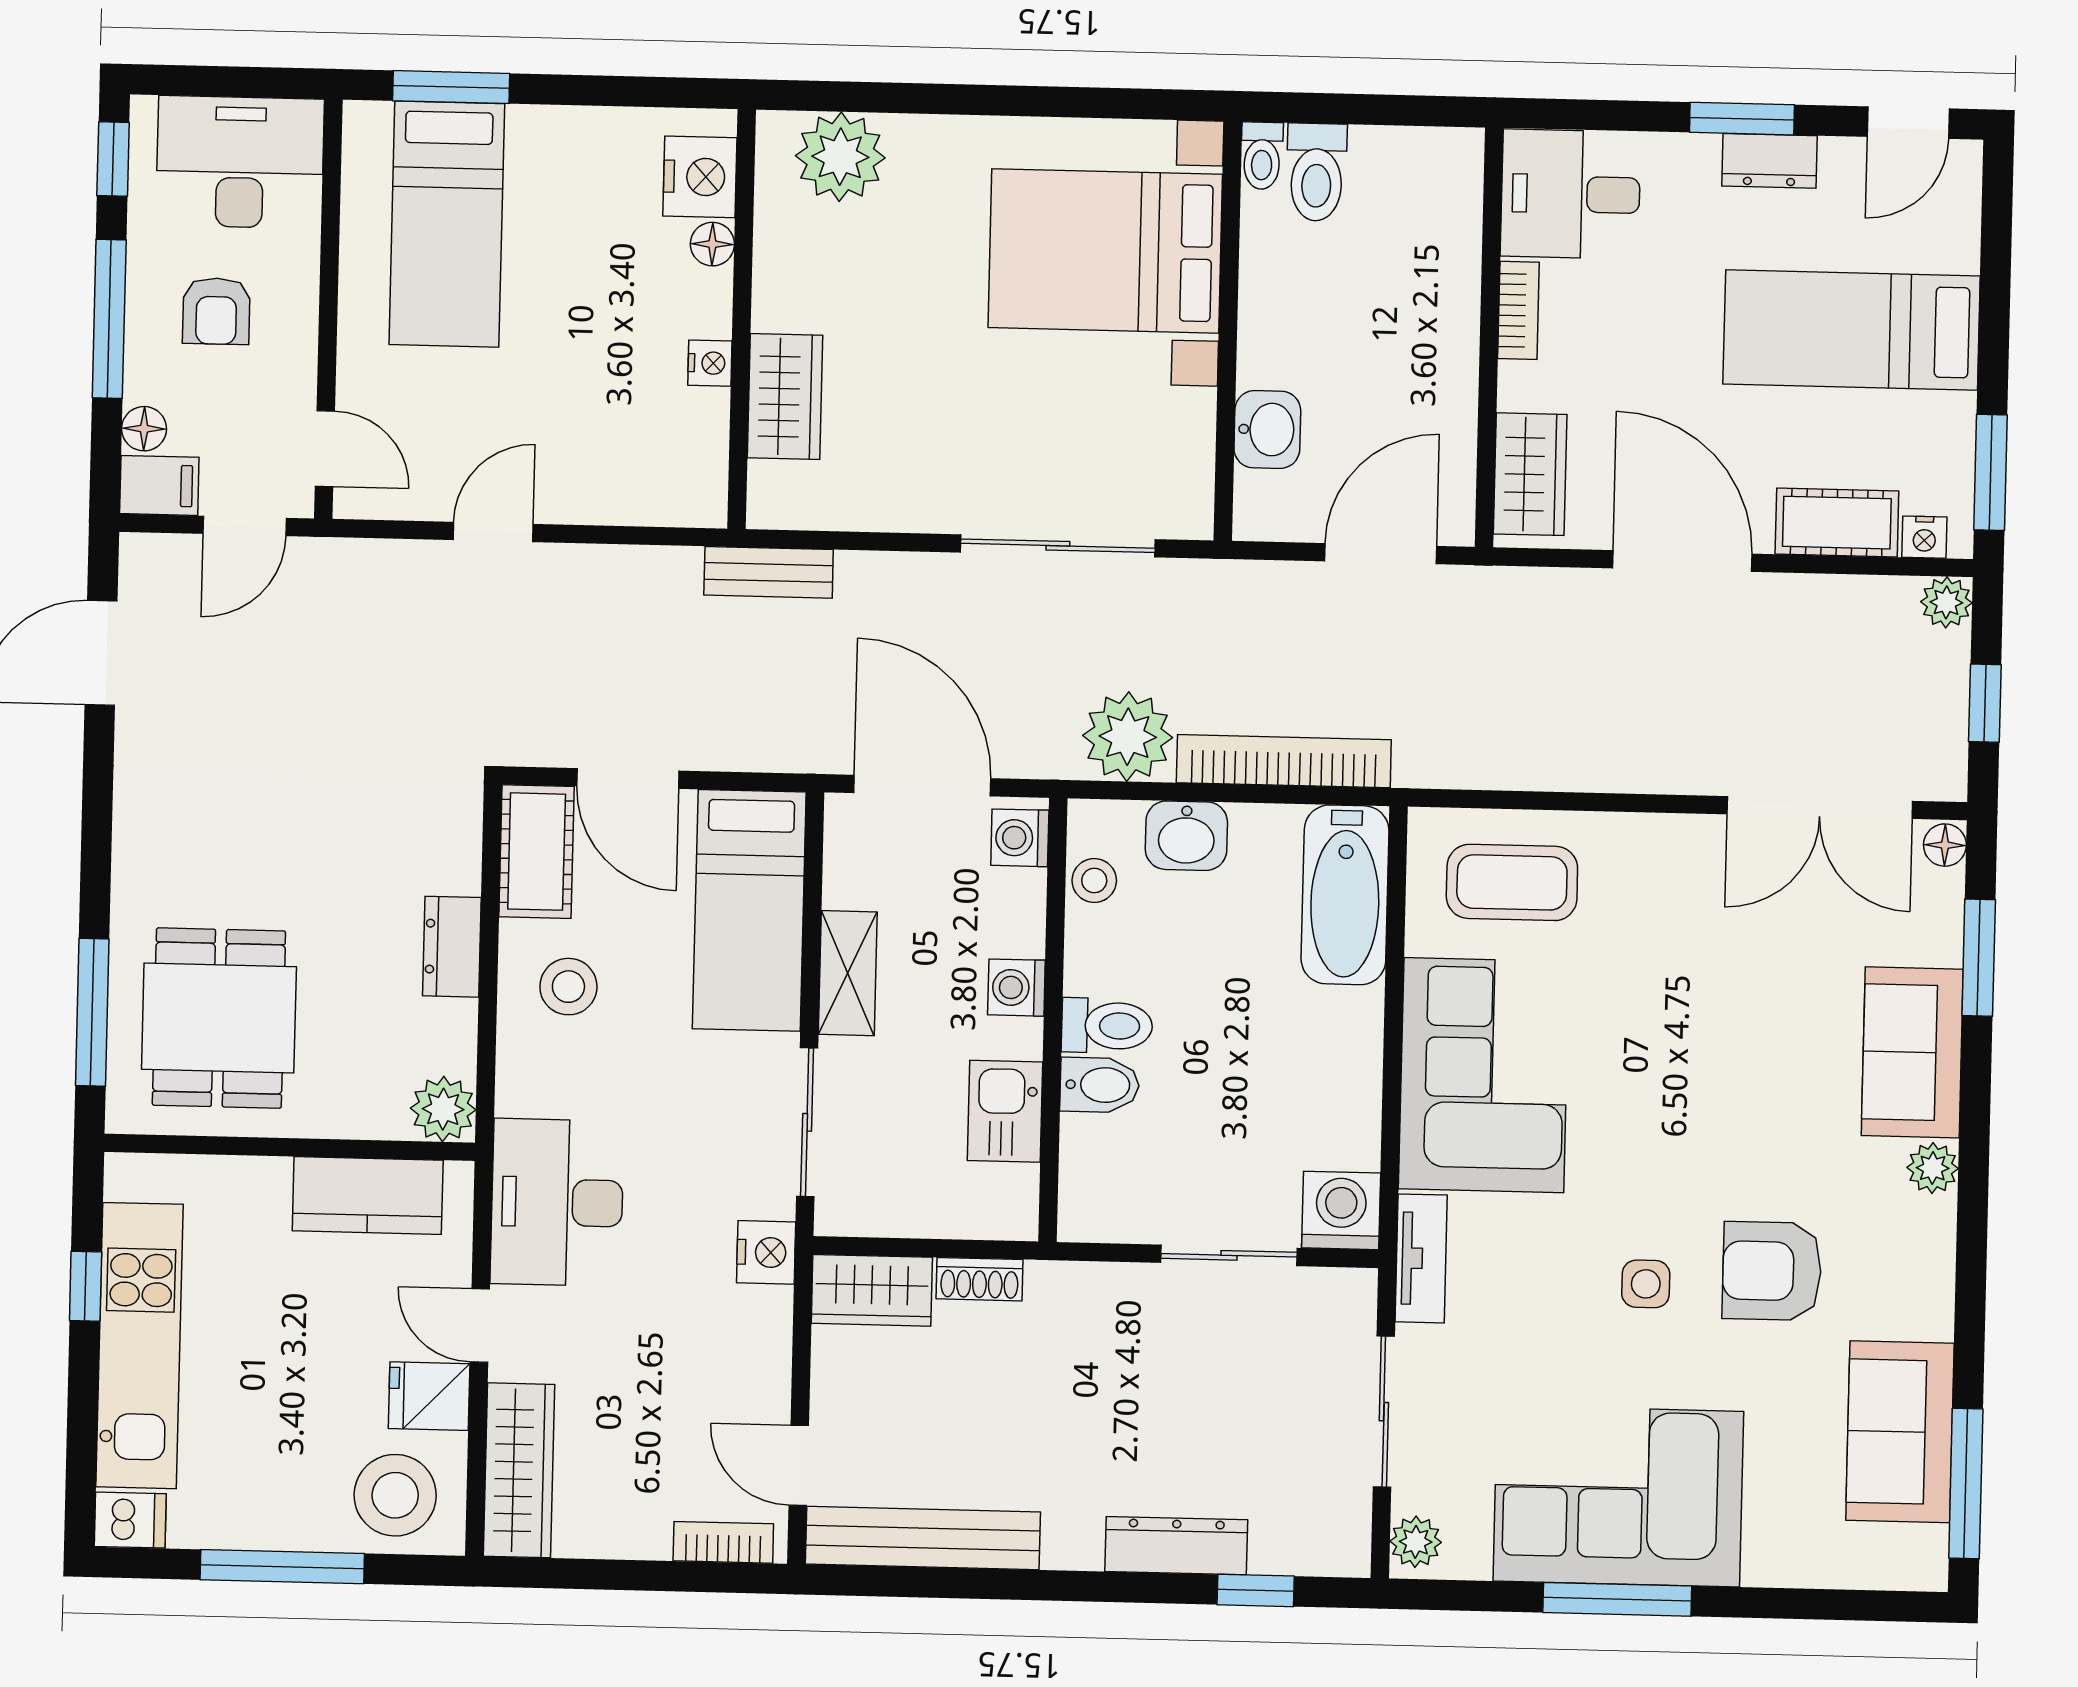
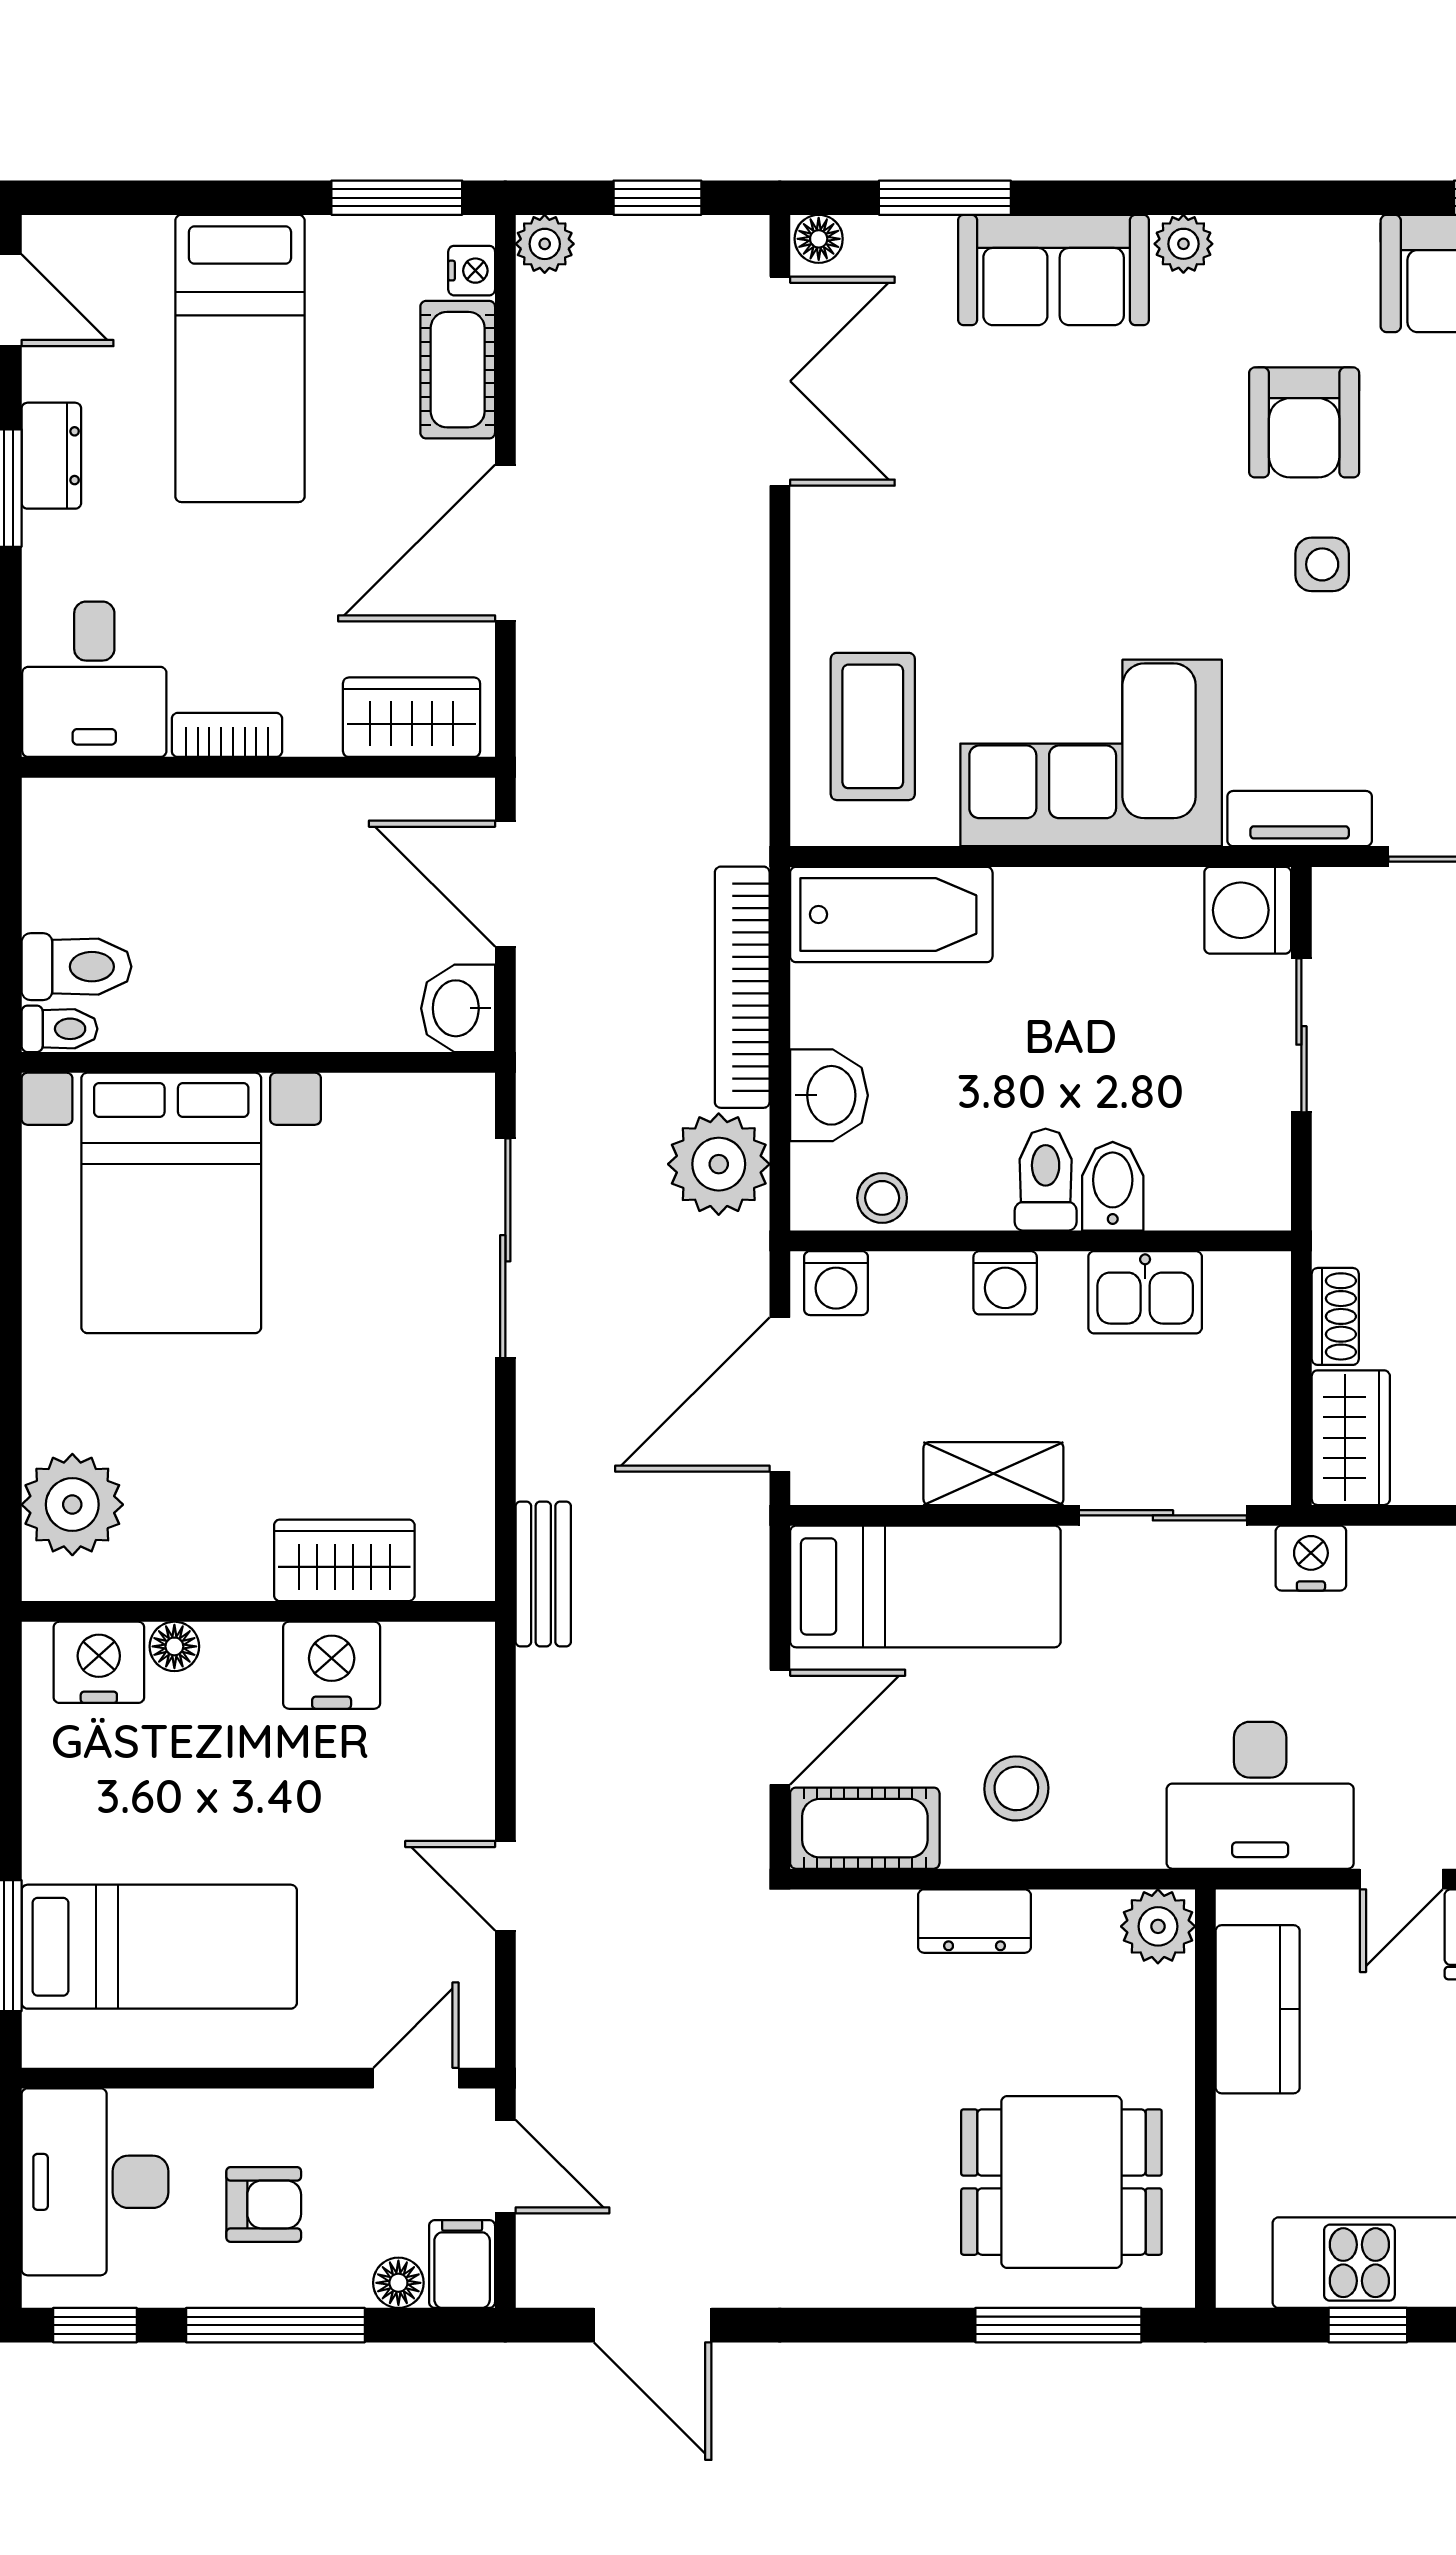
nightstand: (710, 363) -> (332, 1665), width x1.89, depth x1.79
washbasin: (1267, 429) -> (458, 1008), moved, turned -90

